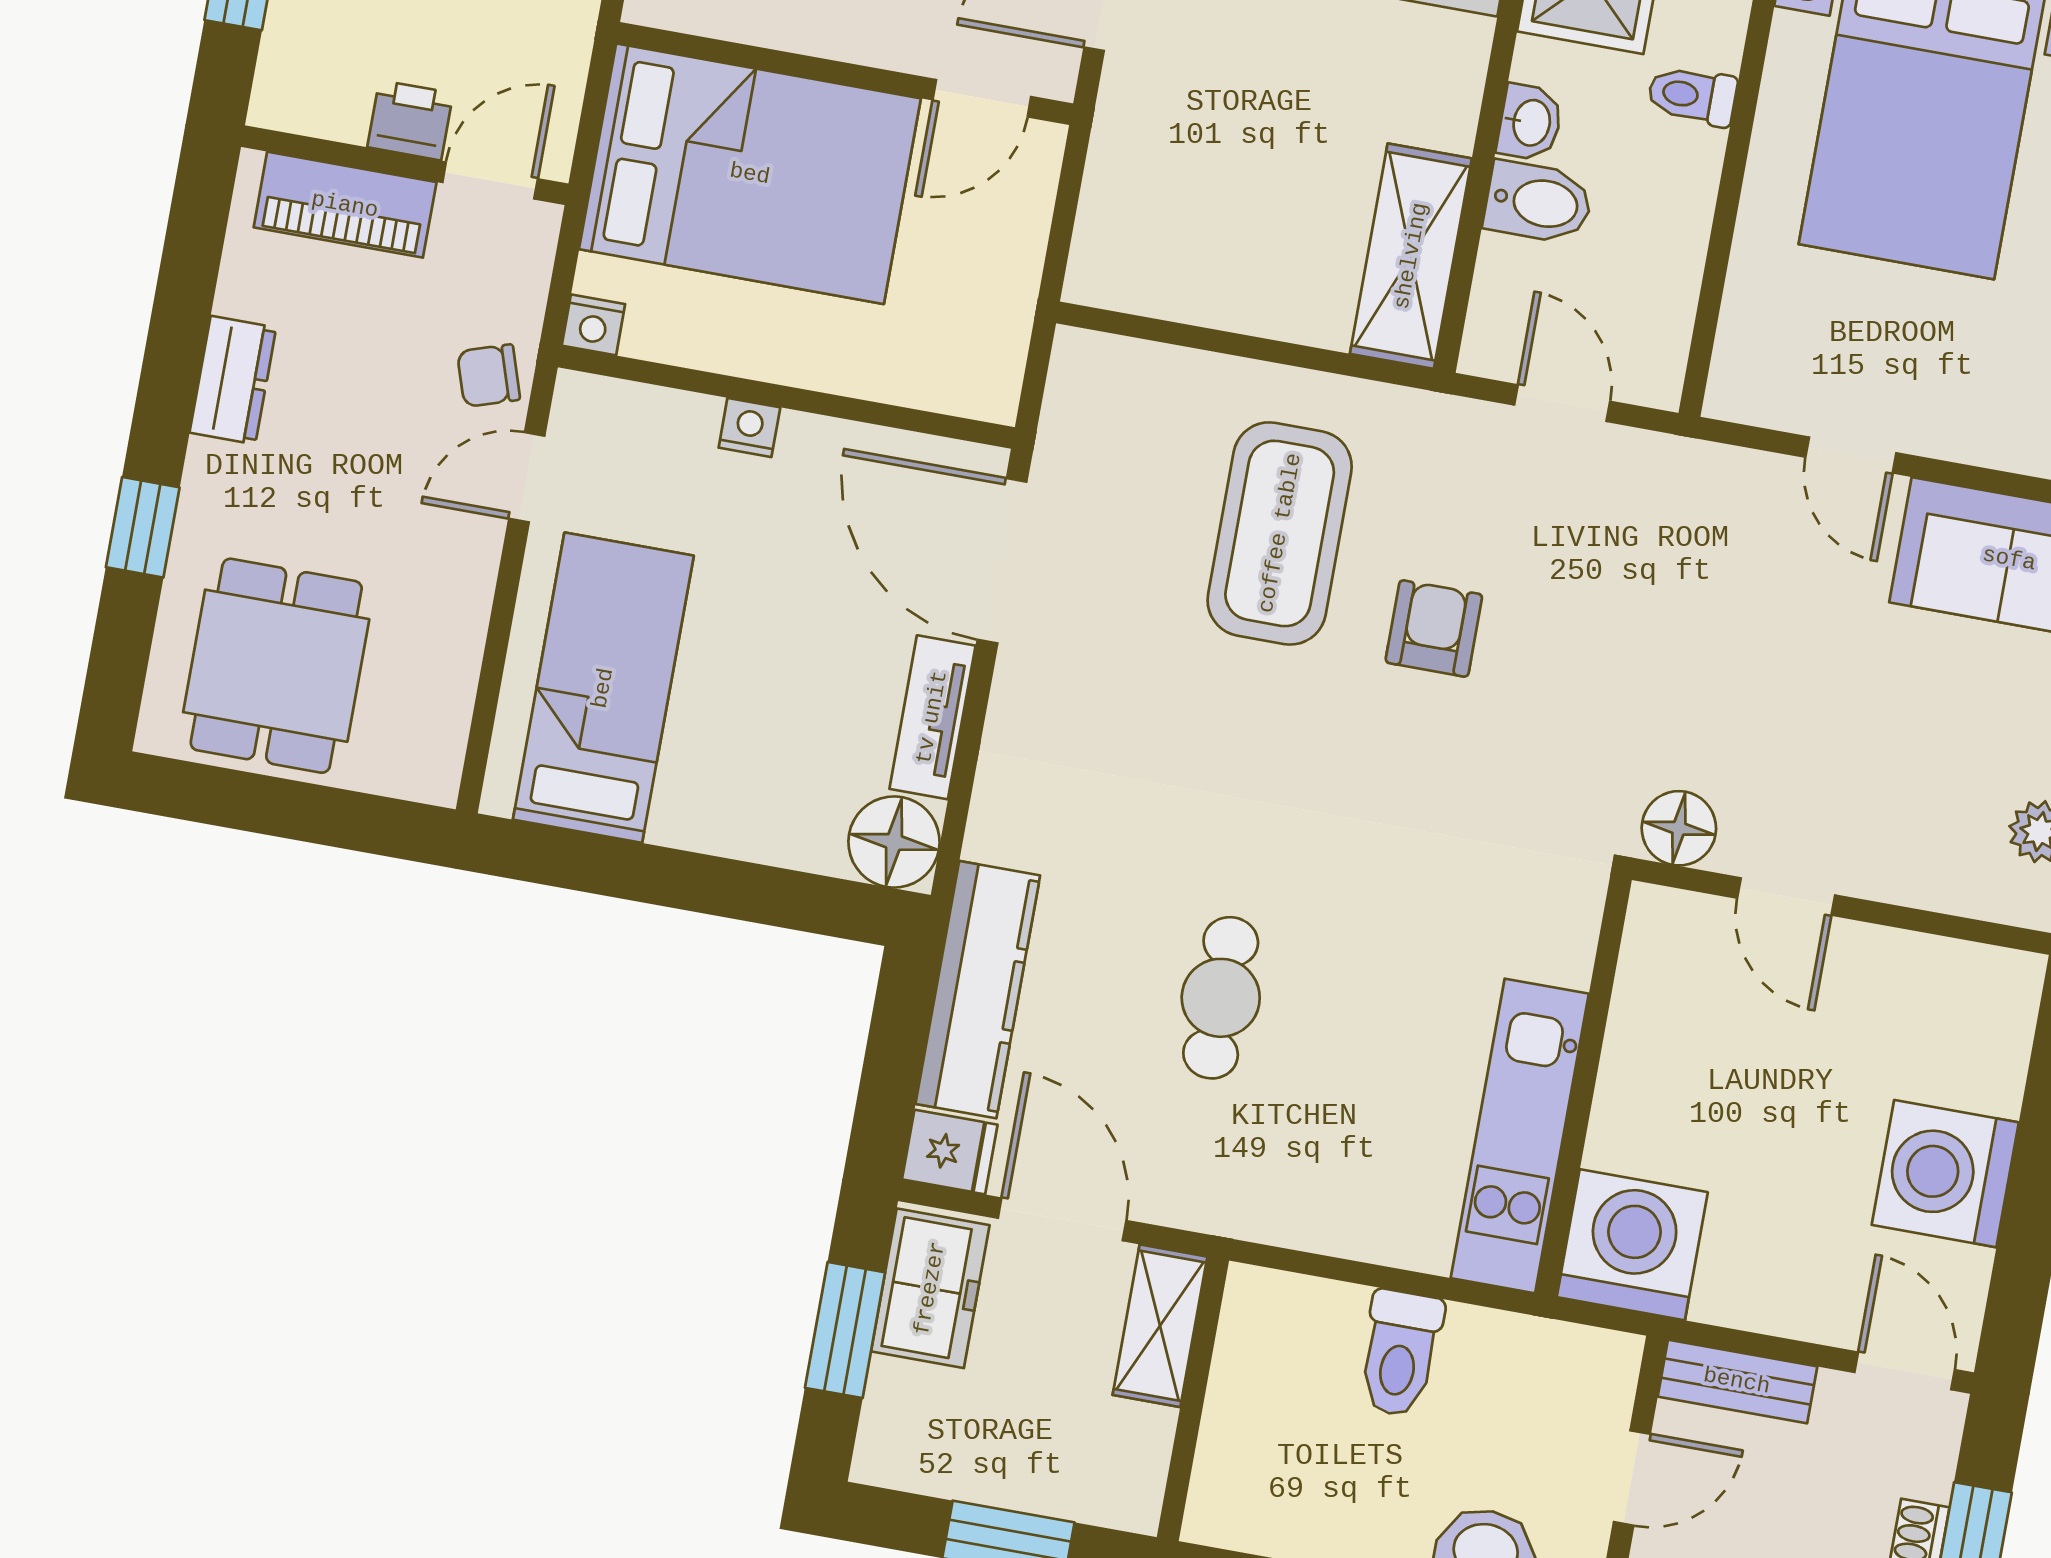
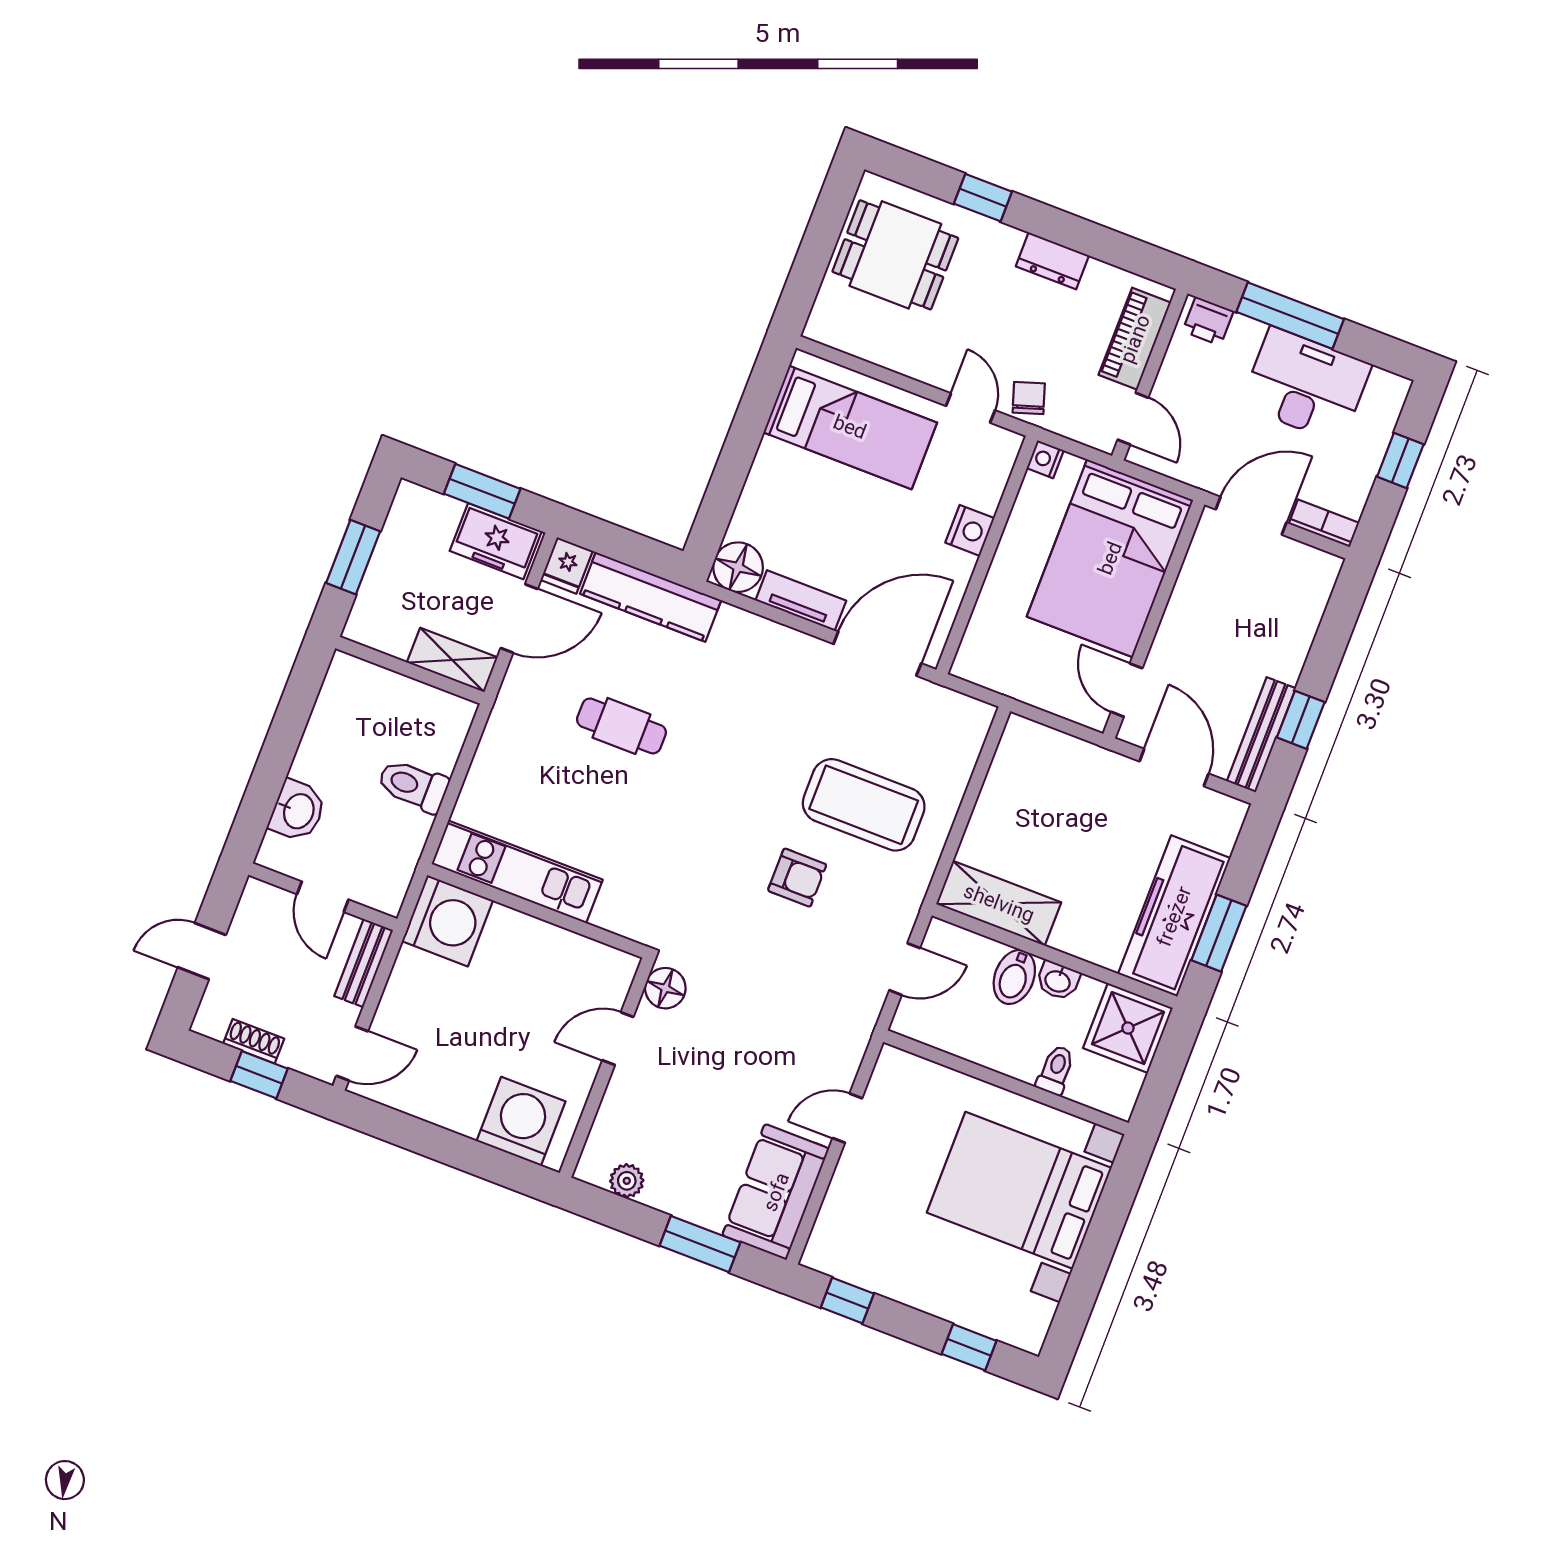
printer: (410, 120) -> (1208, 321), moved, turned 90
nightstand: (749, 427) -> (970, 530), width x1.39, depth x1.35
washing machine: (1945, 1174) -> (521, 1121), moved

